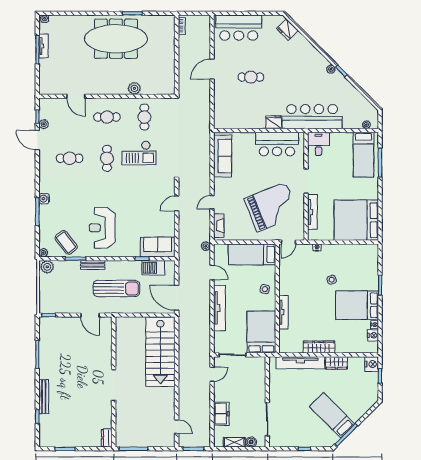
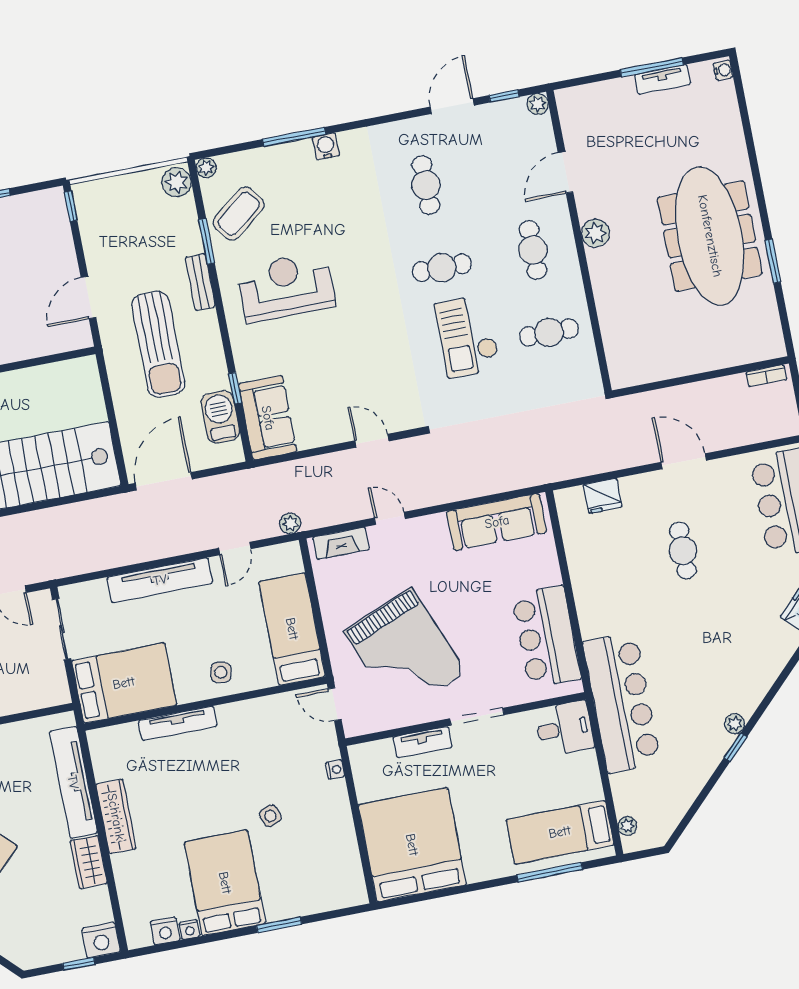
plant: (134, 88) -> (595, 233), moved
fridge: (274, 122) -> (603, 496), moved, turned 90
plant: (44, 124) -> (538, 104), moved
tv unit: (312, 212) -> (423, 742), width x0.71

